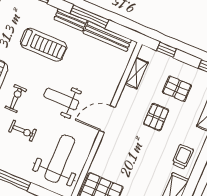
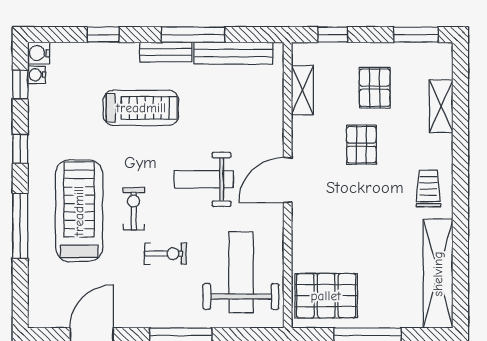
pallet: (177, 89) -> (375, 88), turned 90

